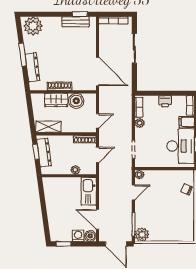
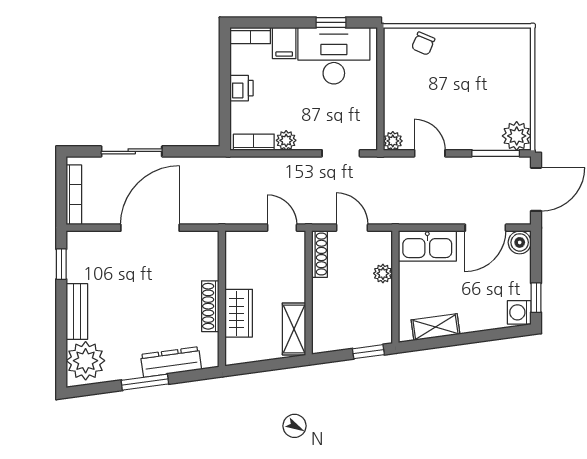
bench: (76, 22) -> (77, 312), moved
door: (97, 71) -> (150, 228), moved
boiler: (76, 101) -> (241, 272), removed
window: (36, 152) -> (368, 352), moved
dresser: (44, 153) -> (347, 338), removed
shelving: (49, 195) -> (435, 327), added
washing machine: (78, 236) -> (519, 312), moved

